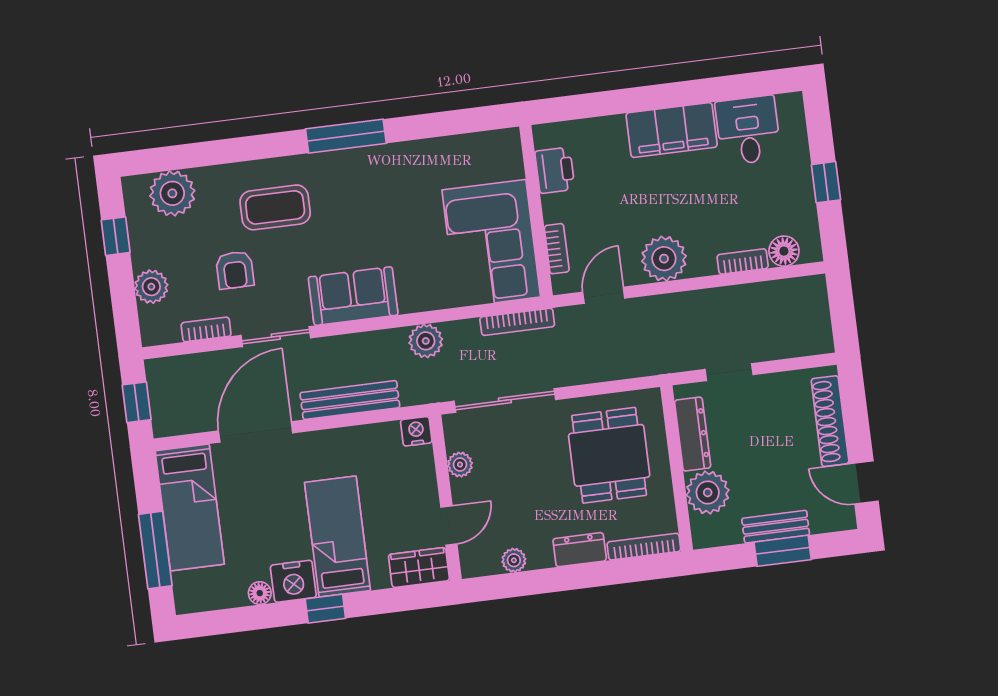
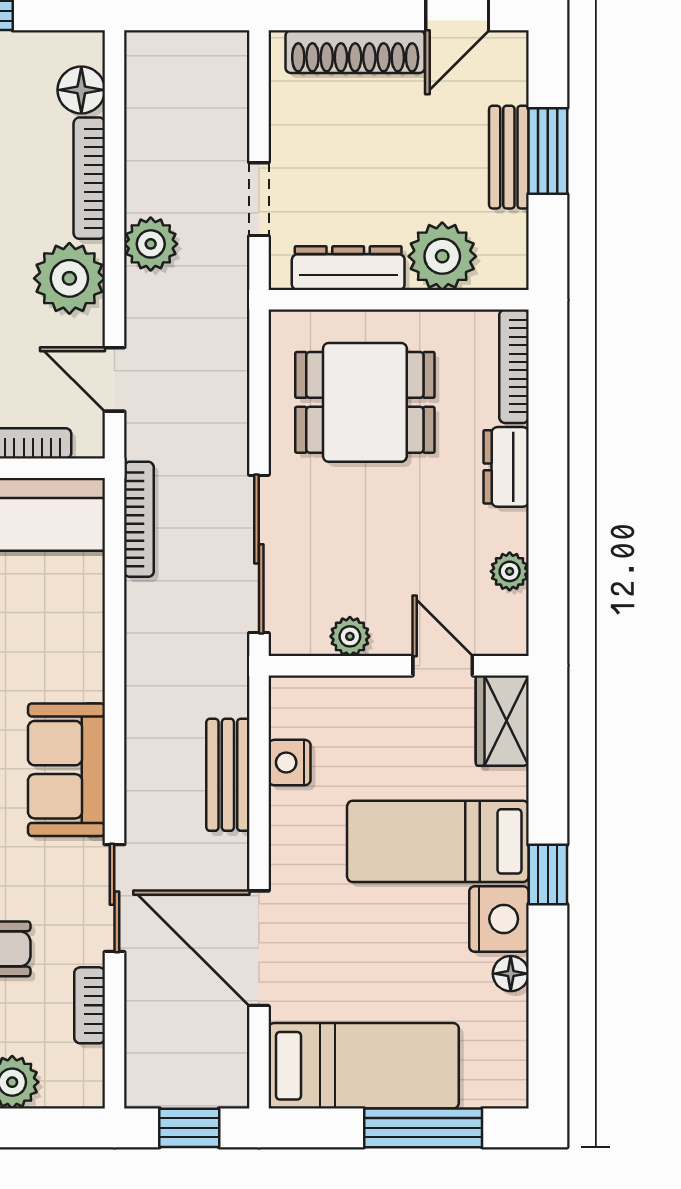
bookcase: (743, 261) -> (89, 178), width x1.56
plant: (426, 341) -> (151, 244), moved
bench: (350, 400) -> (228, 775), width x0.73
nightstand: (416, 431) -> (290, 763), moved

